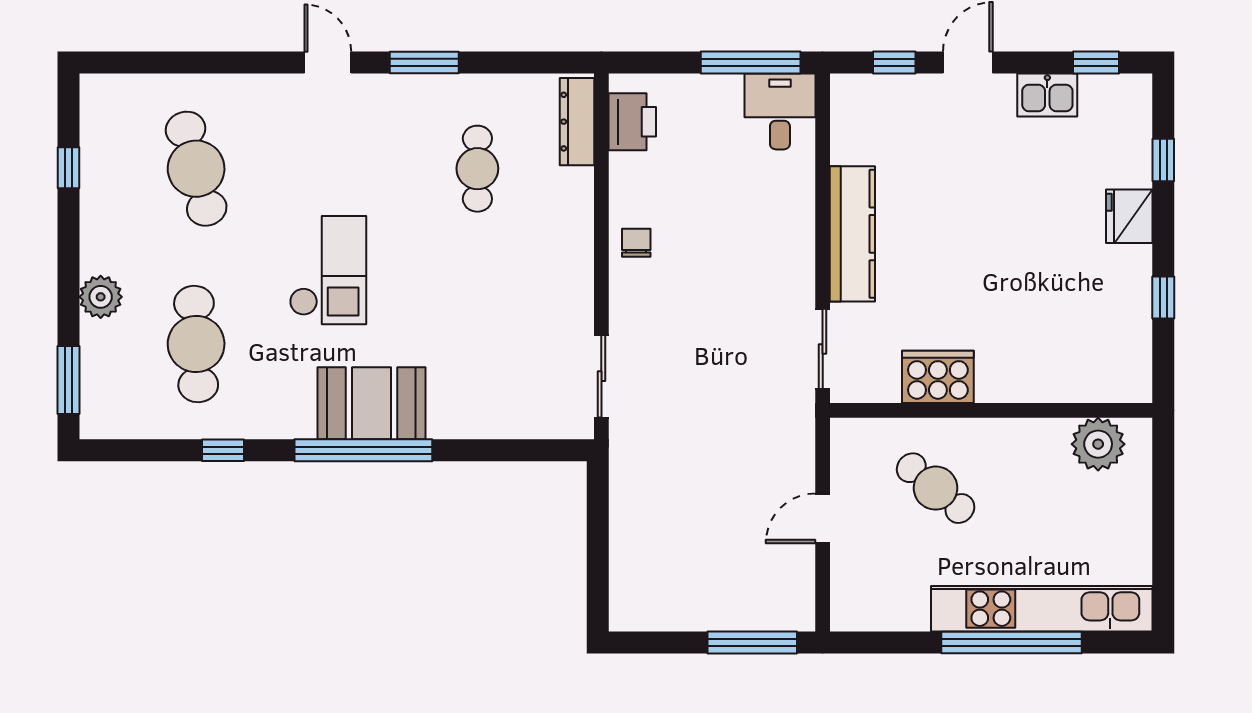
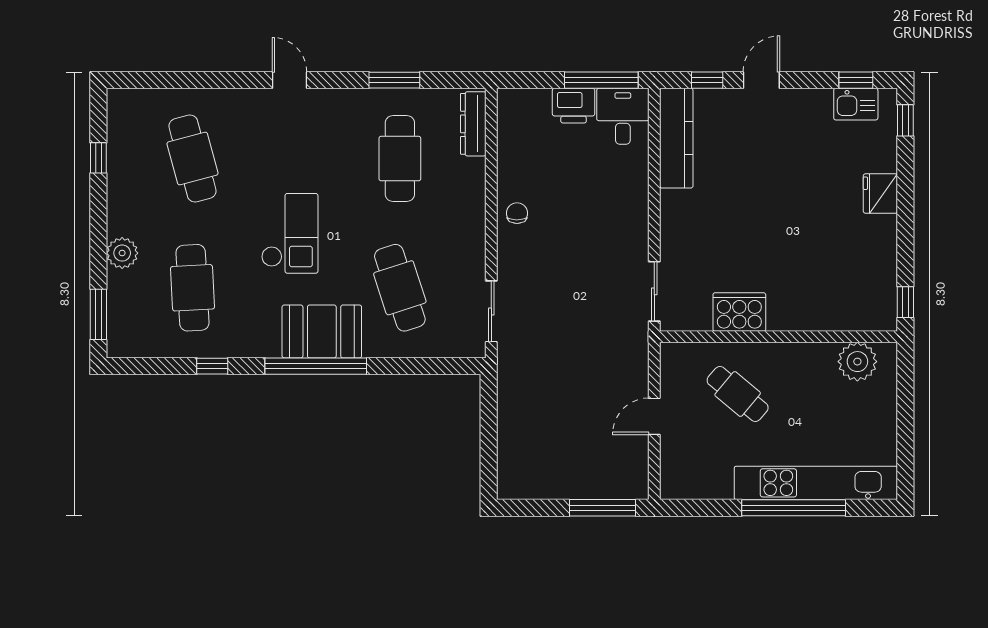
window: (424, 62) -> (394, 80), moved
kitchen sink: (1047, 95) -> (856, 104), moved
printer: (632, 122) -> (574, 106), moved, turned 90
window: (1163, 160) -> (905, 120), moved
cafe table: (477, 169) -> (400, 159), width x1.37, depth x1.35
kitchen counter: (852, 234) -> (676, 138), moved
window: (1163, 297) -> (905, 302), moved
cafe table: (477, 344) -> (400, 288), added

